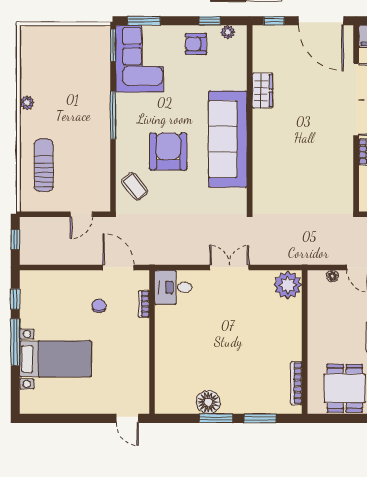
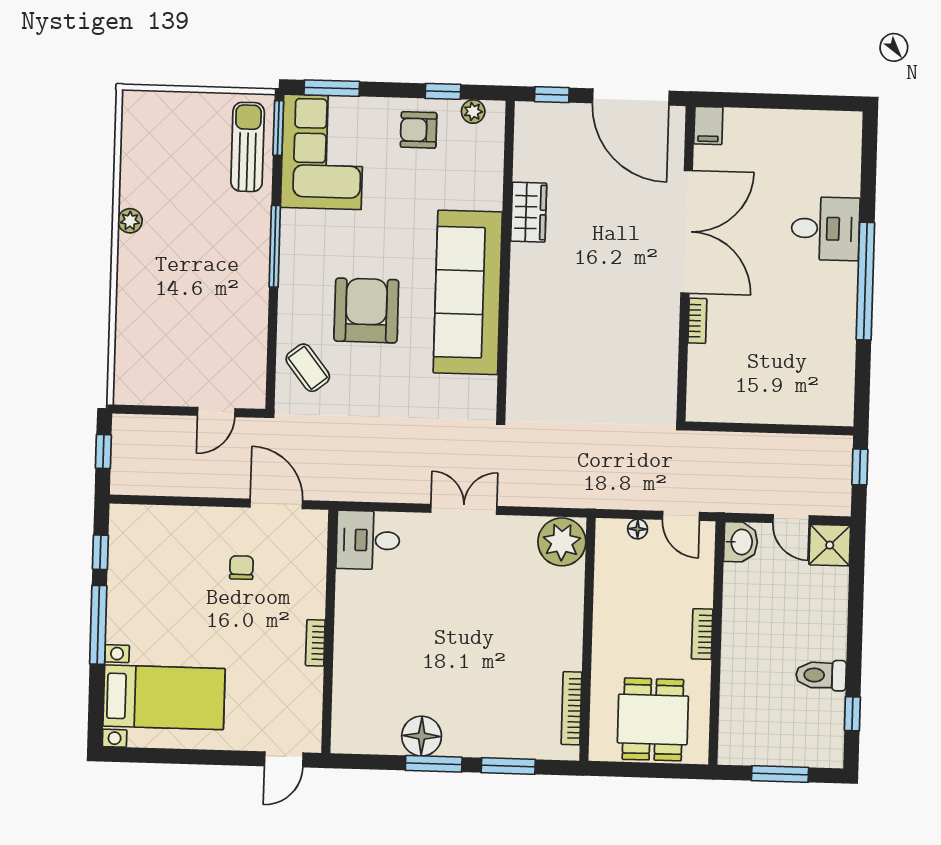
sun lounger: (44, 165) -> (248, 147), moved
bookcase: (144, 304) -> (315, 643), moved
bed with nightstands: (55, 359) -> (164, 697), moved
door: (127, 418) -> (284, 759), hinge flipped

